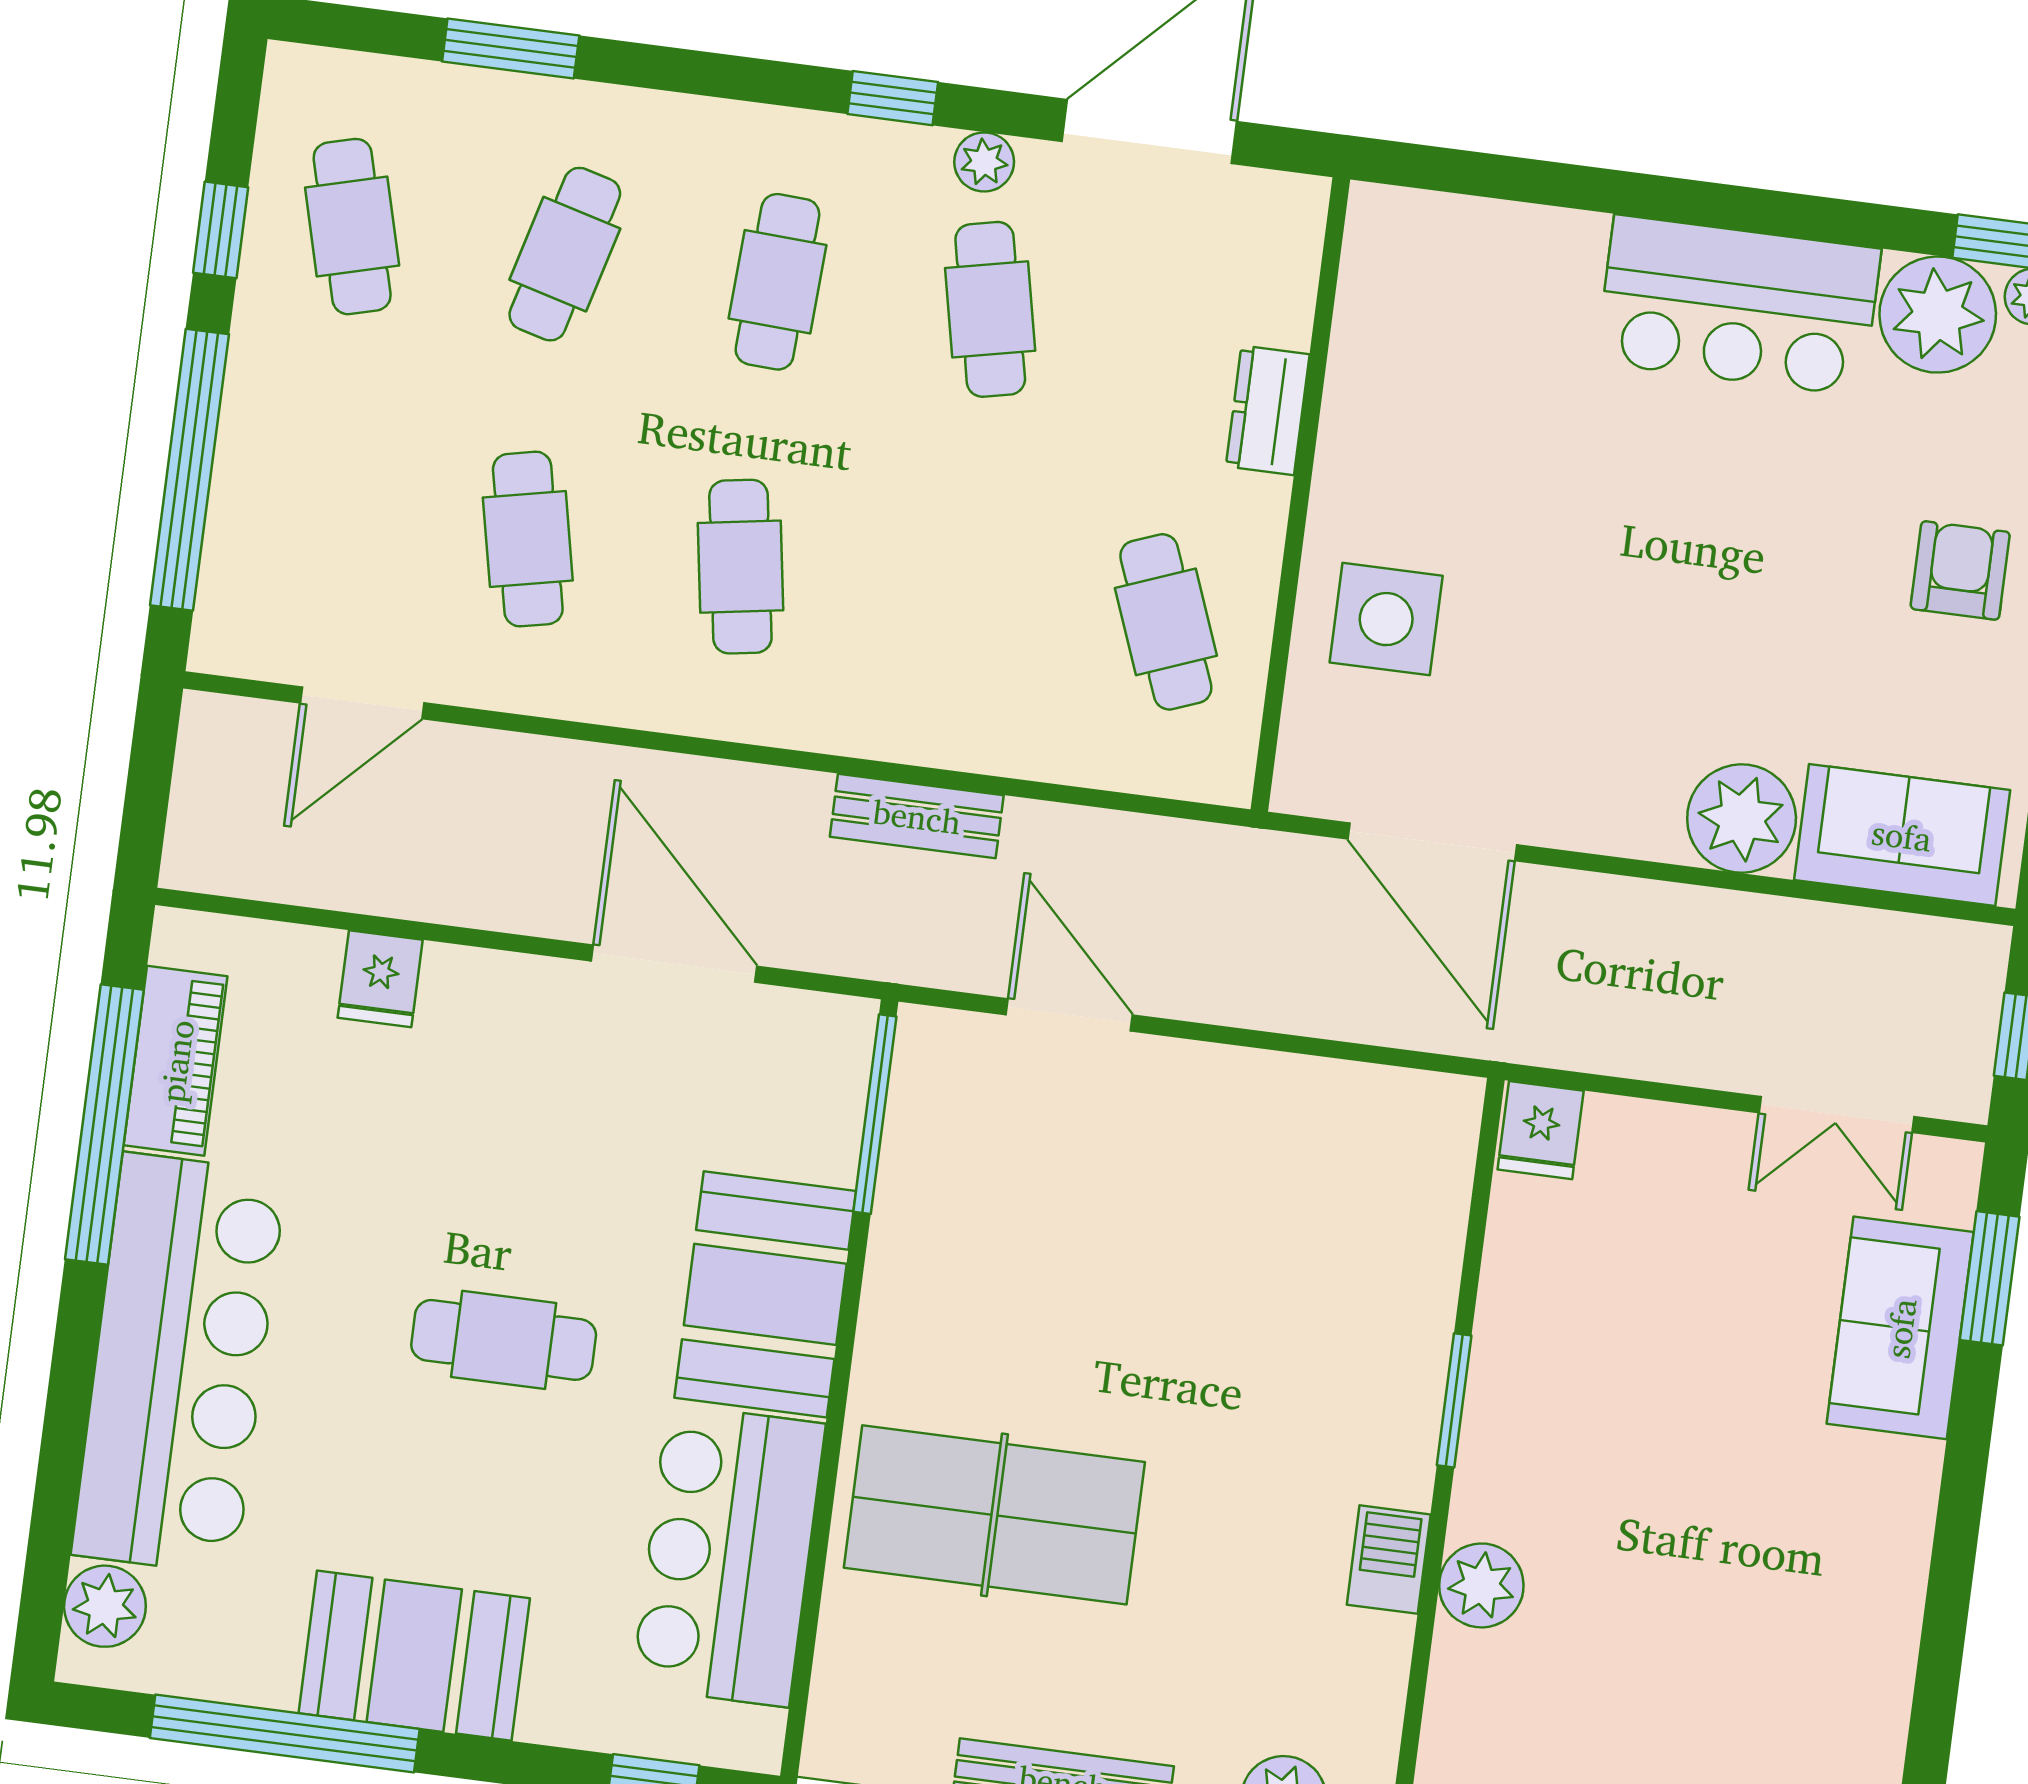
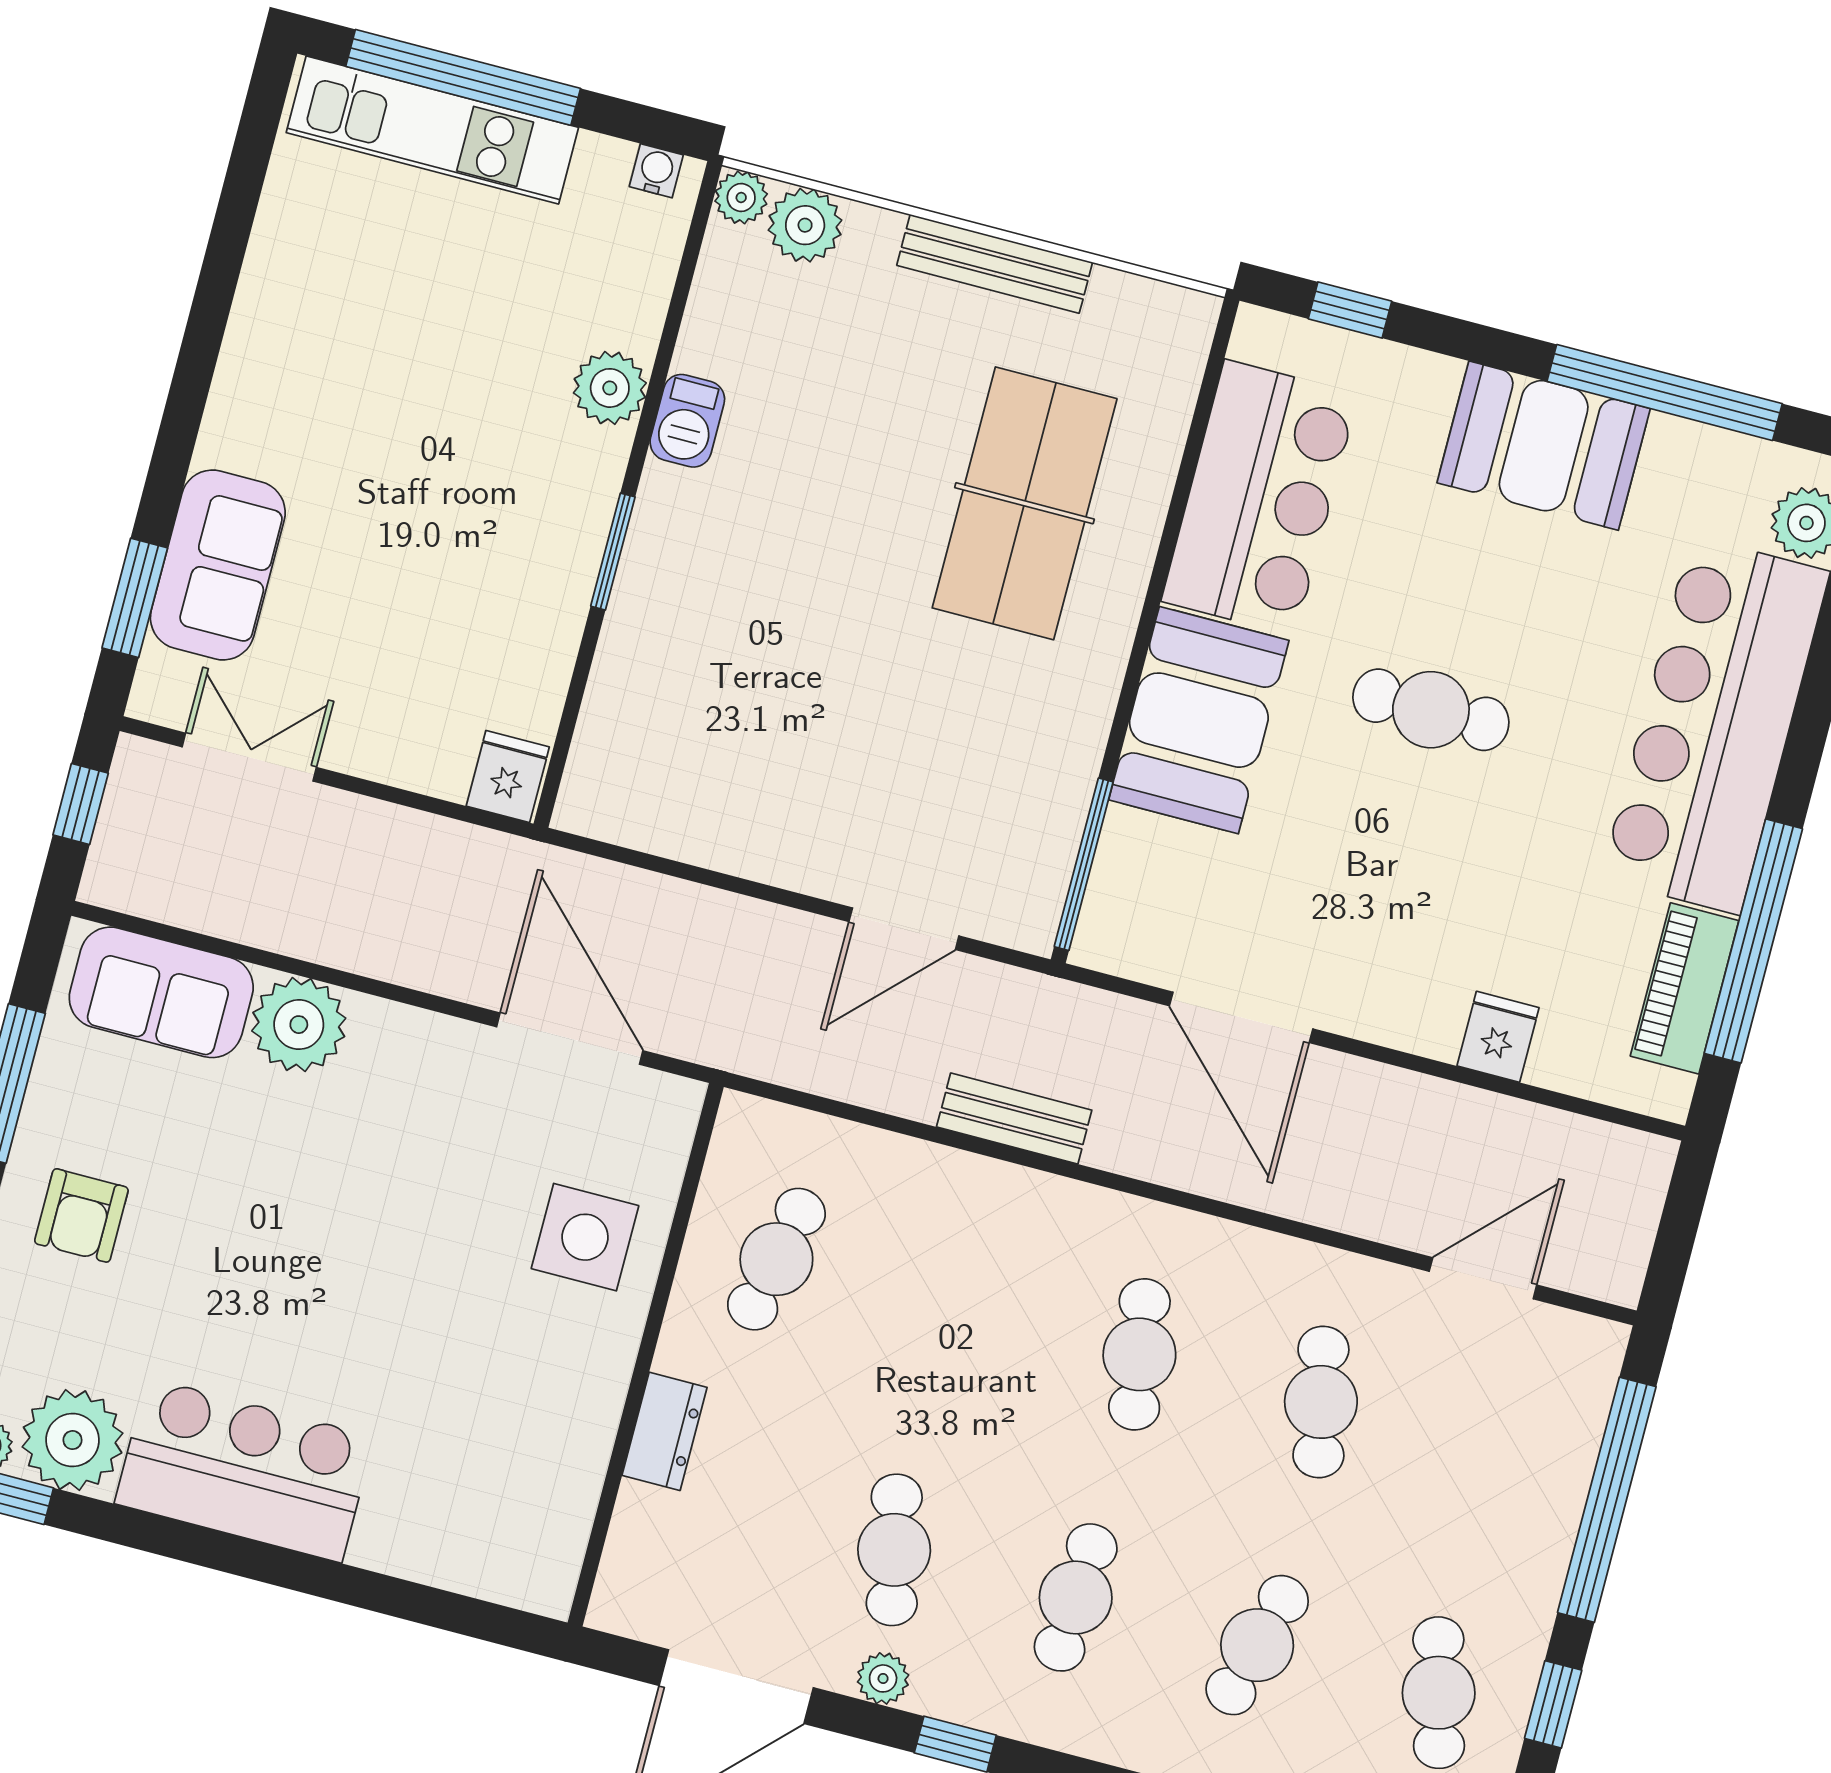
cafe table: (1166, 622) -> (776, 1259), turned 33
door: (1069, 1015) -> (904, 929), hinge flipped
table tennis table: (994, 1515) -> (1025, 503), turned 90

